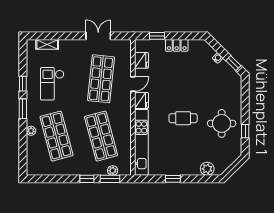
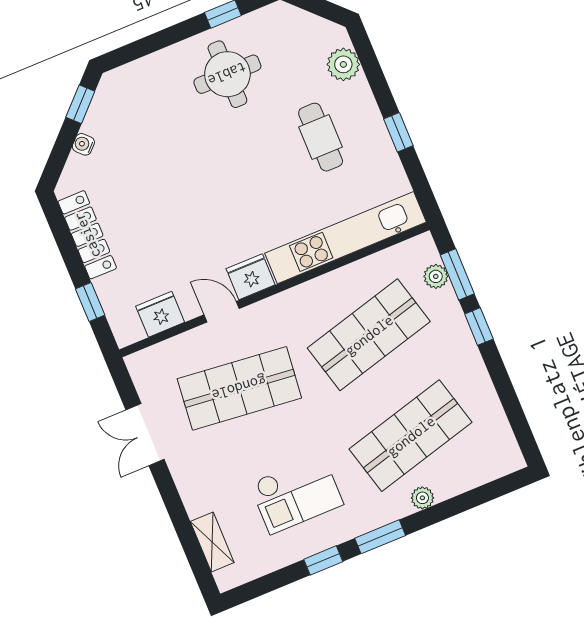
locker: (177, 45) -> (87, 235), width x1.53
cafe table: (183, 118) -> (321, 137), moved

